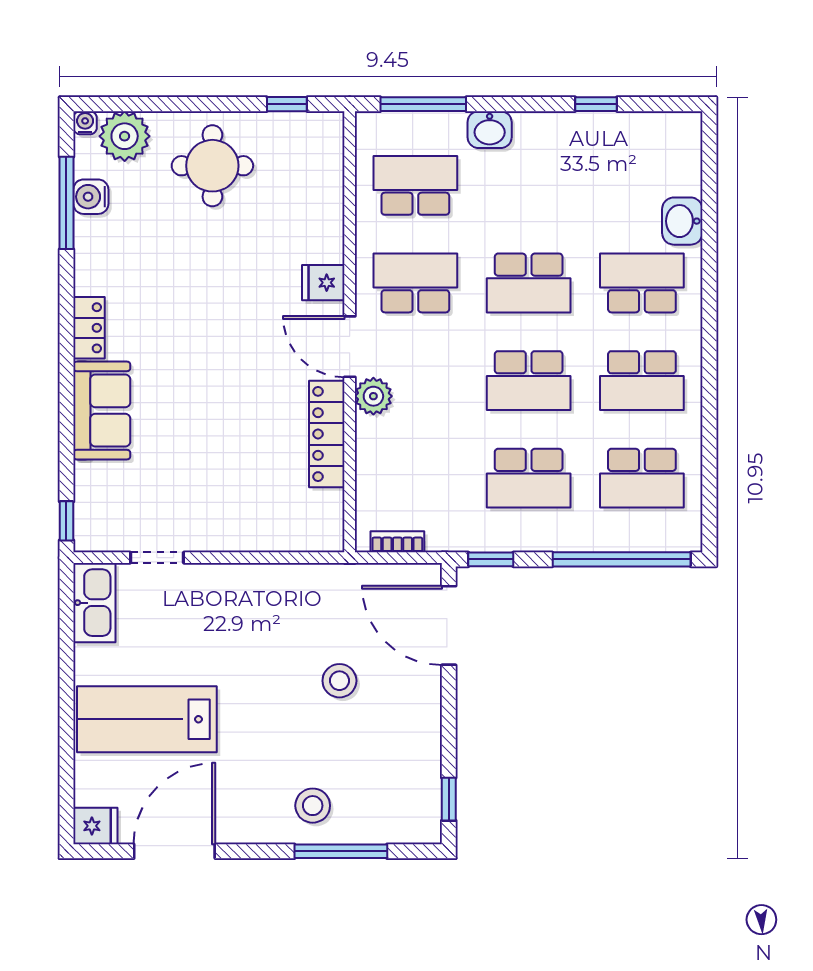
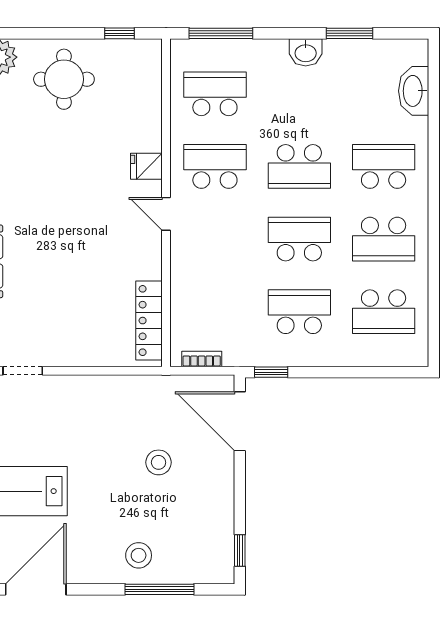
window: (596, 104) -> (349, 33), width x1.50
washbasin: (490, 130) -> (306, 52), moved
washbasin: (682, 221) -> (414, 91), moved, width x1.38
door: (350, 347) -> (166, 214), width x0.73
school desk: (529, 381) -> (299, 239), turned 180
plant: (373, 396) -> (184, 251), removed
locker: (327, 434) -> (149, 321), moved
school desk: (529, 478) -> (299, 312), turned 180
window: (622, 559) -> (368, 372), removed

